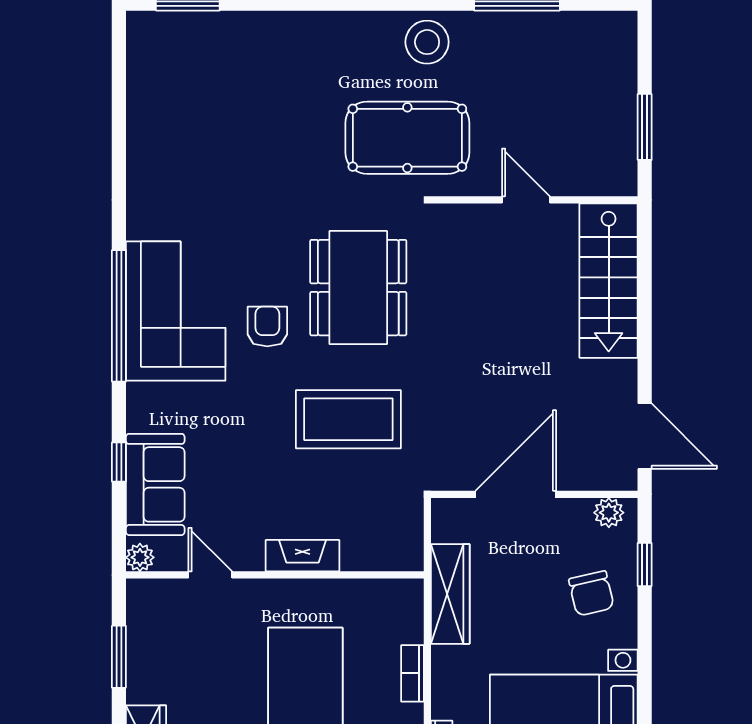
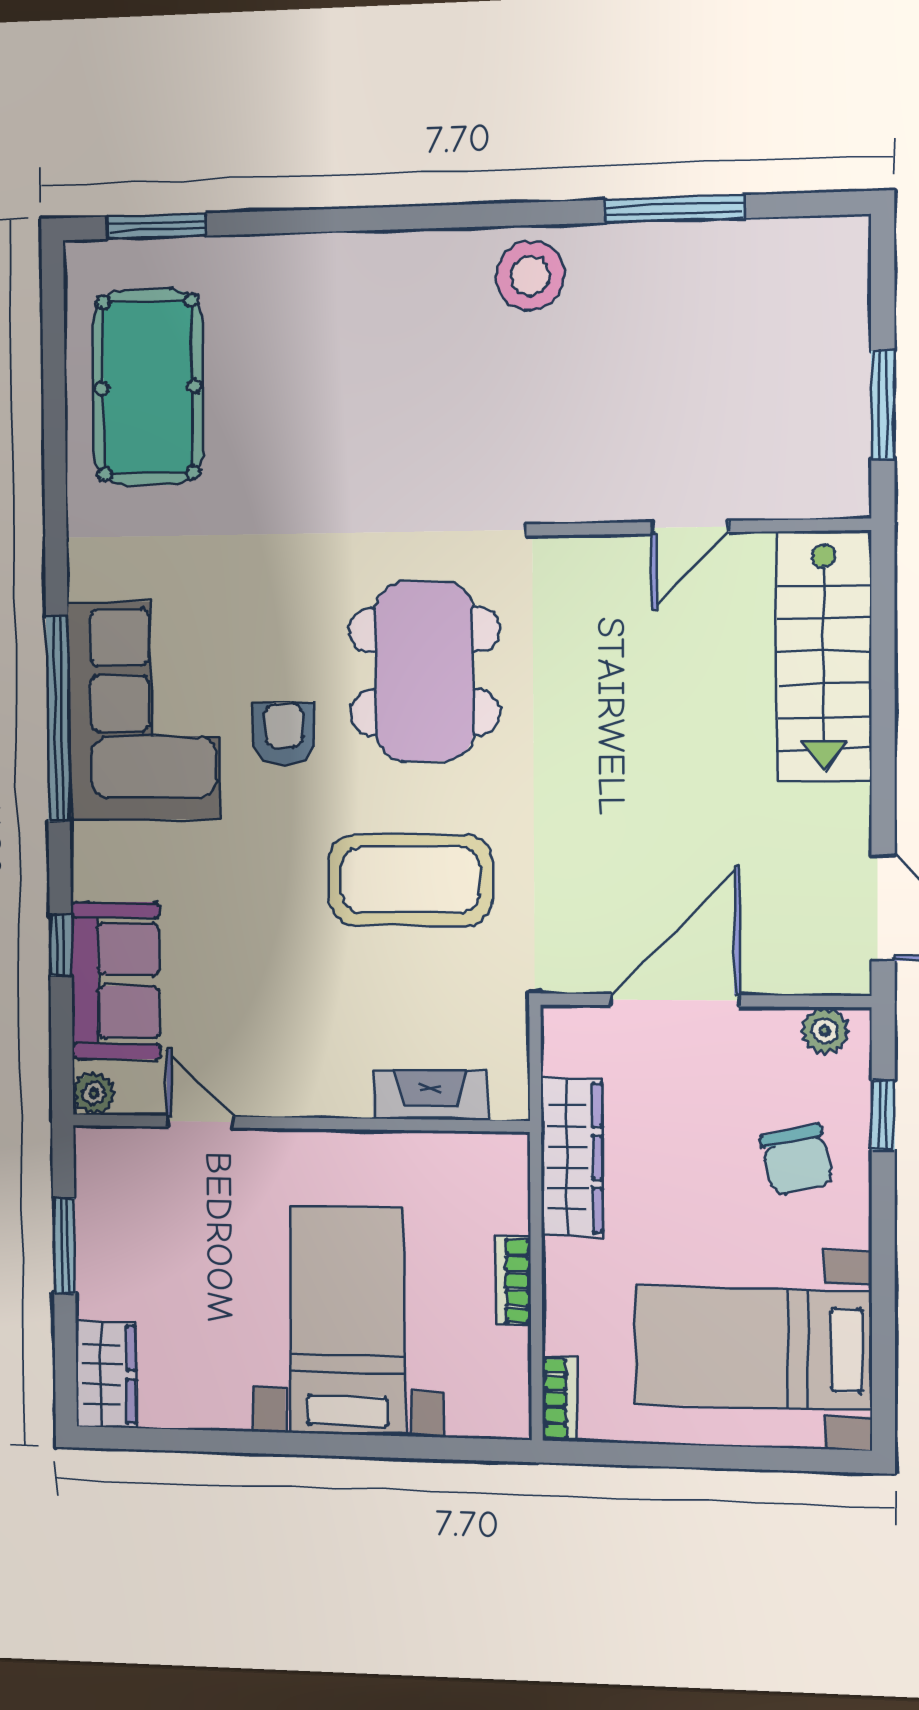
pool table: (407, 138) -> (148, 388), moved, turned 90
door: (526, 200) -> (690, 527), swing flipped
fireplace: (303, 556) -> (430, 1095), moved

